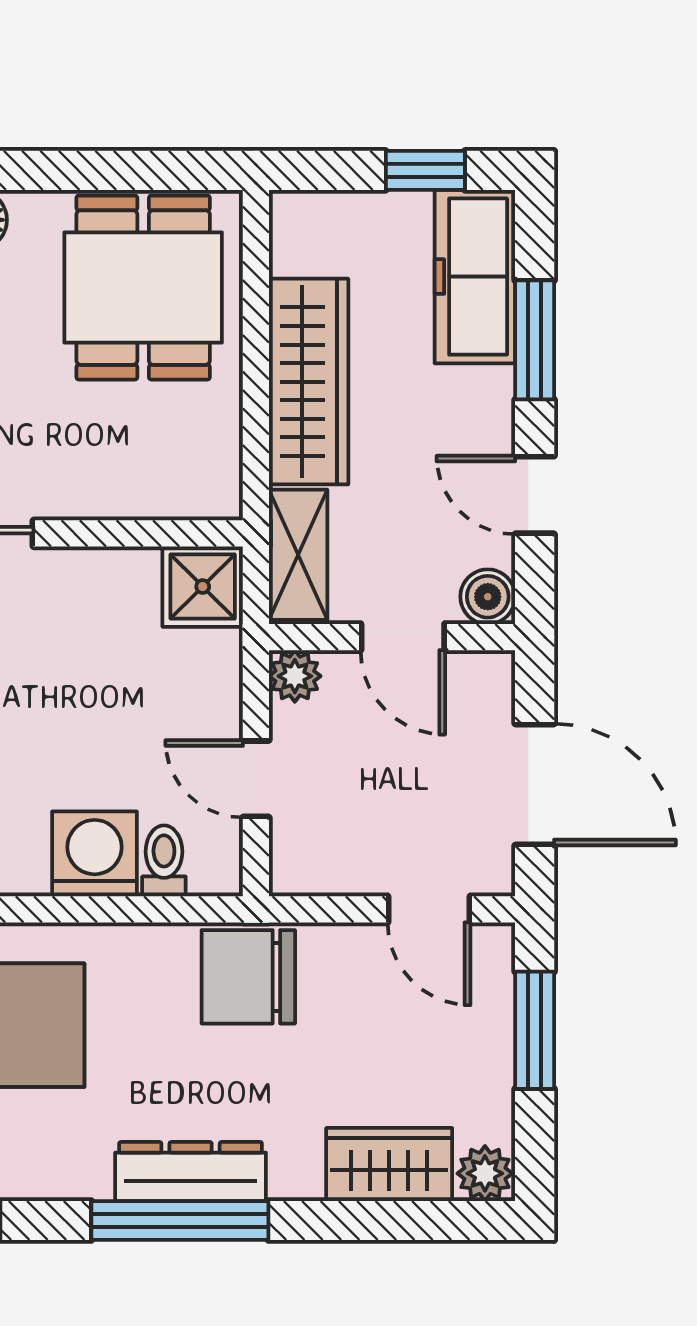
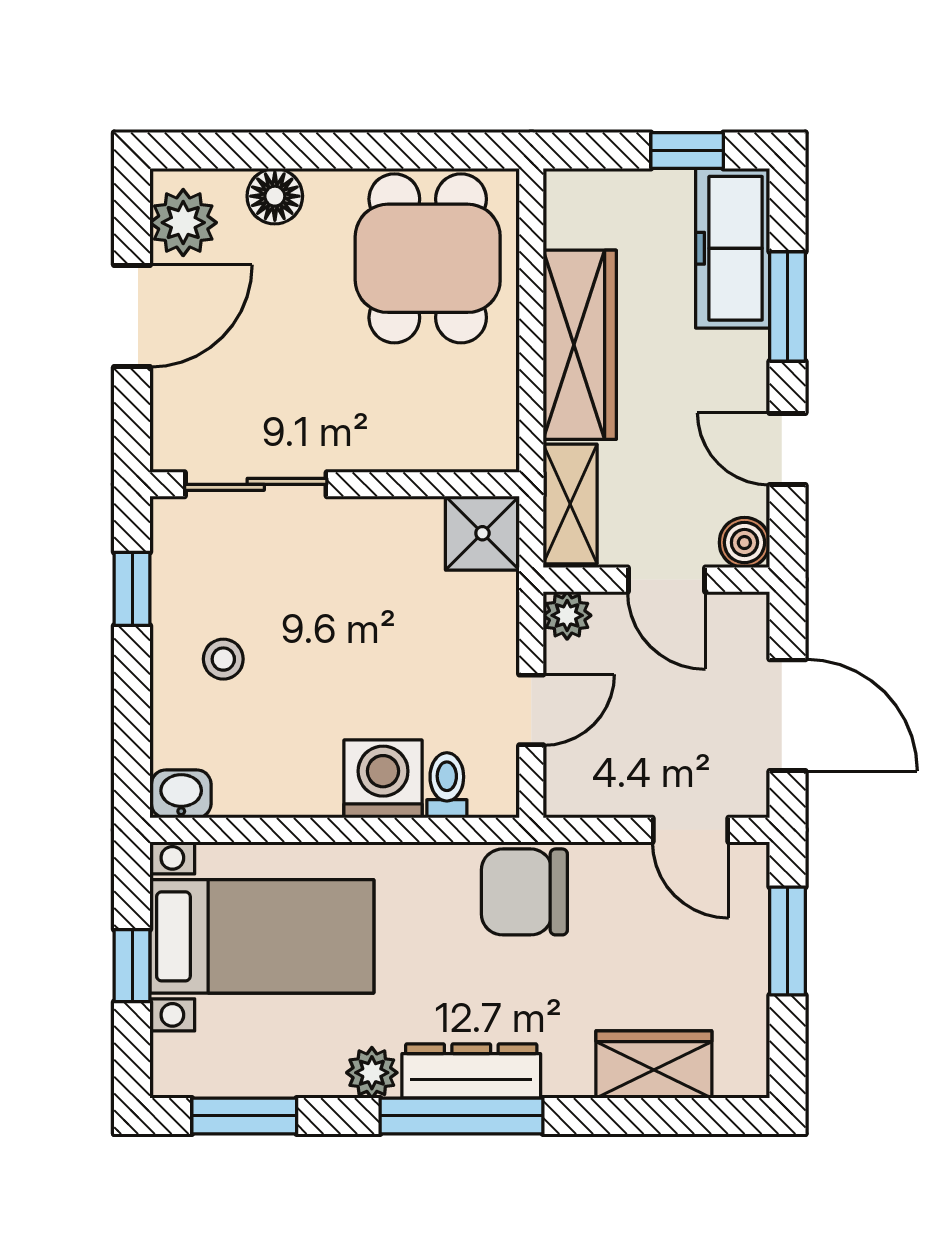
door: (256, 779) -> (531, 710), swing flipped
plant: (485, 1173) -> (372, 1073), moved

